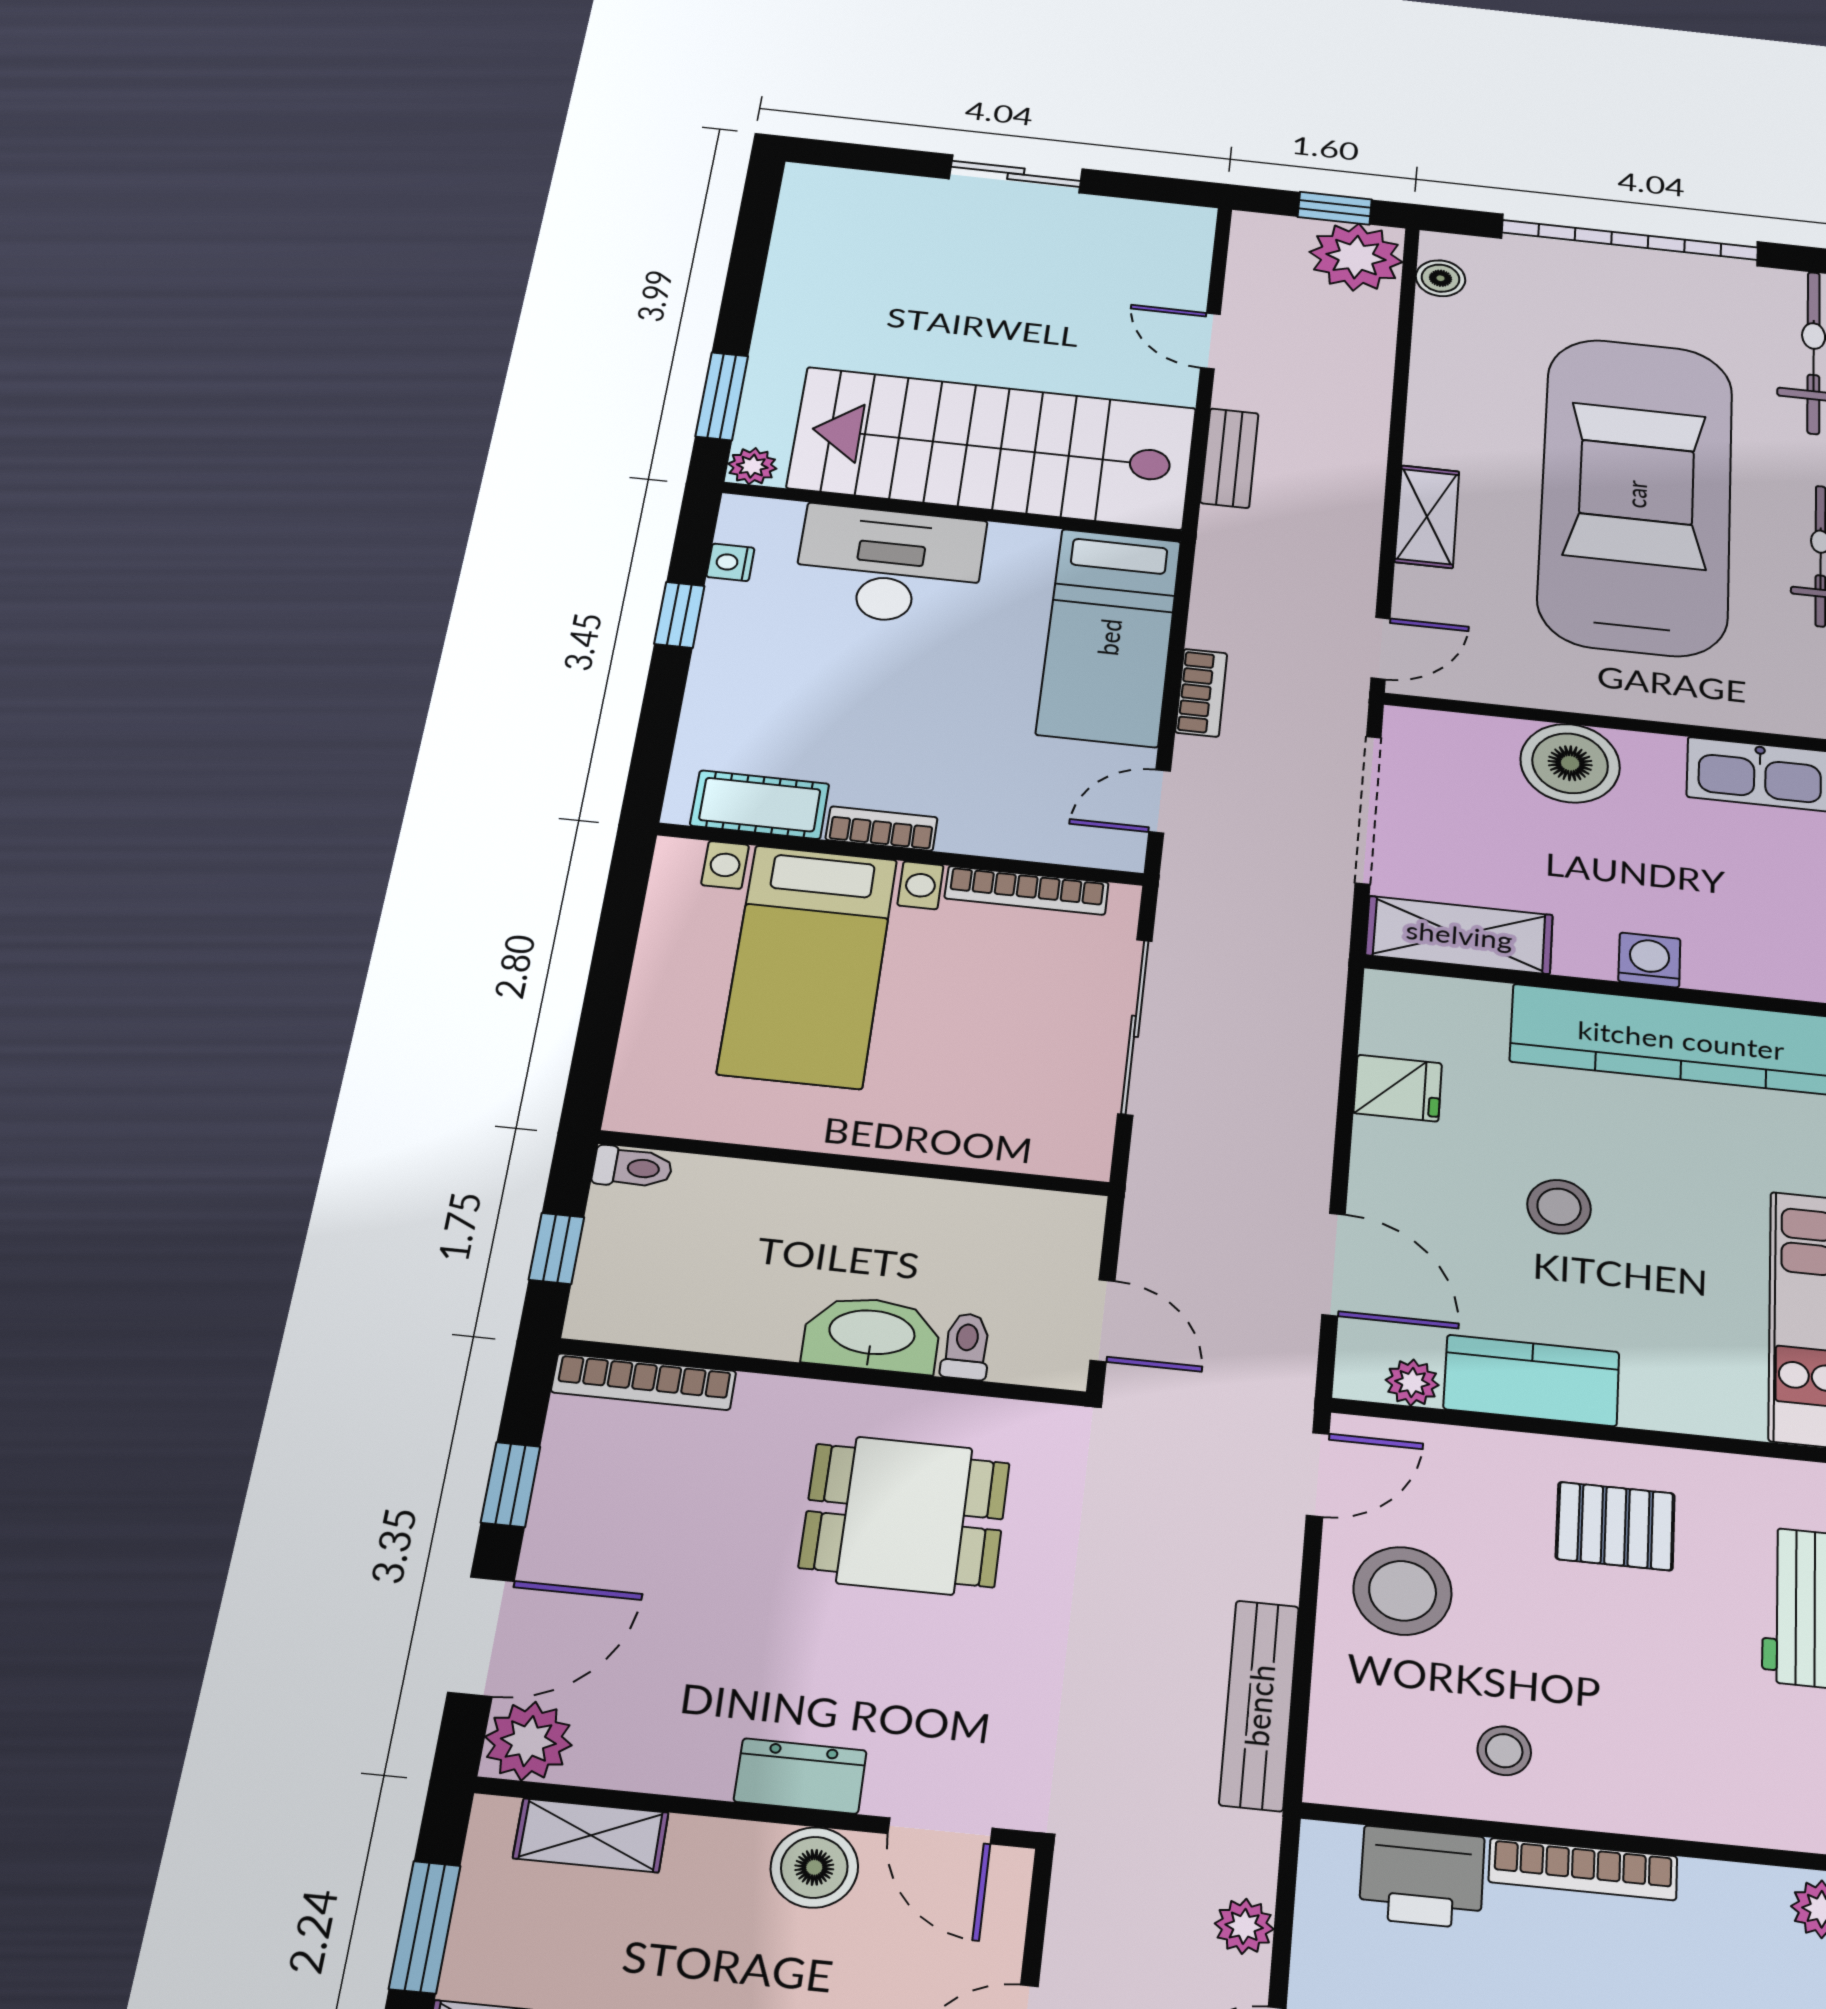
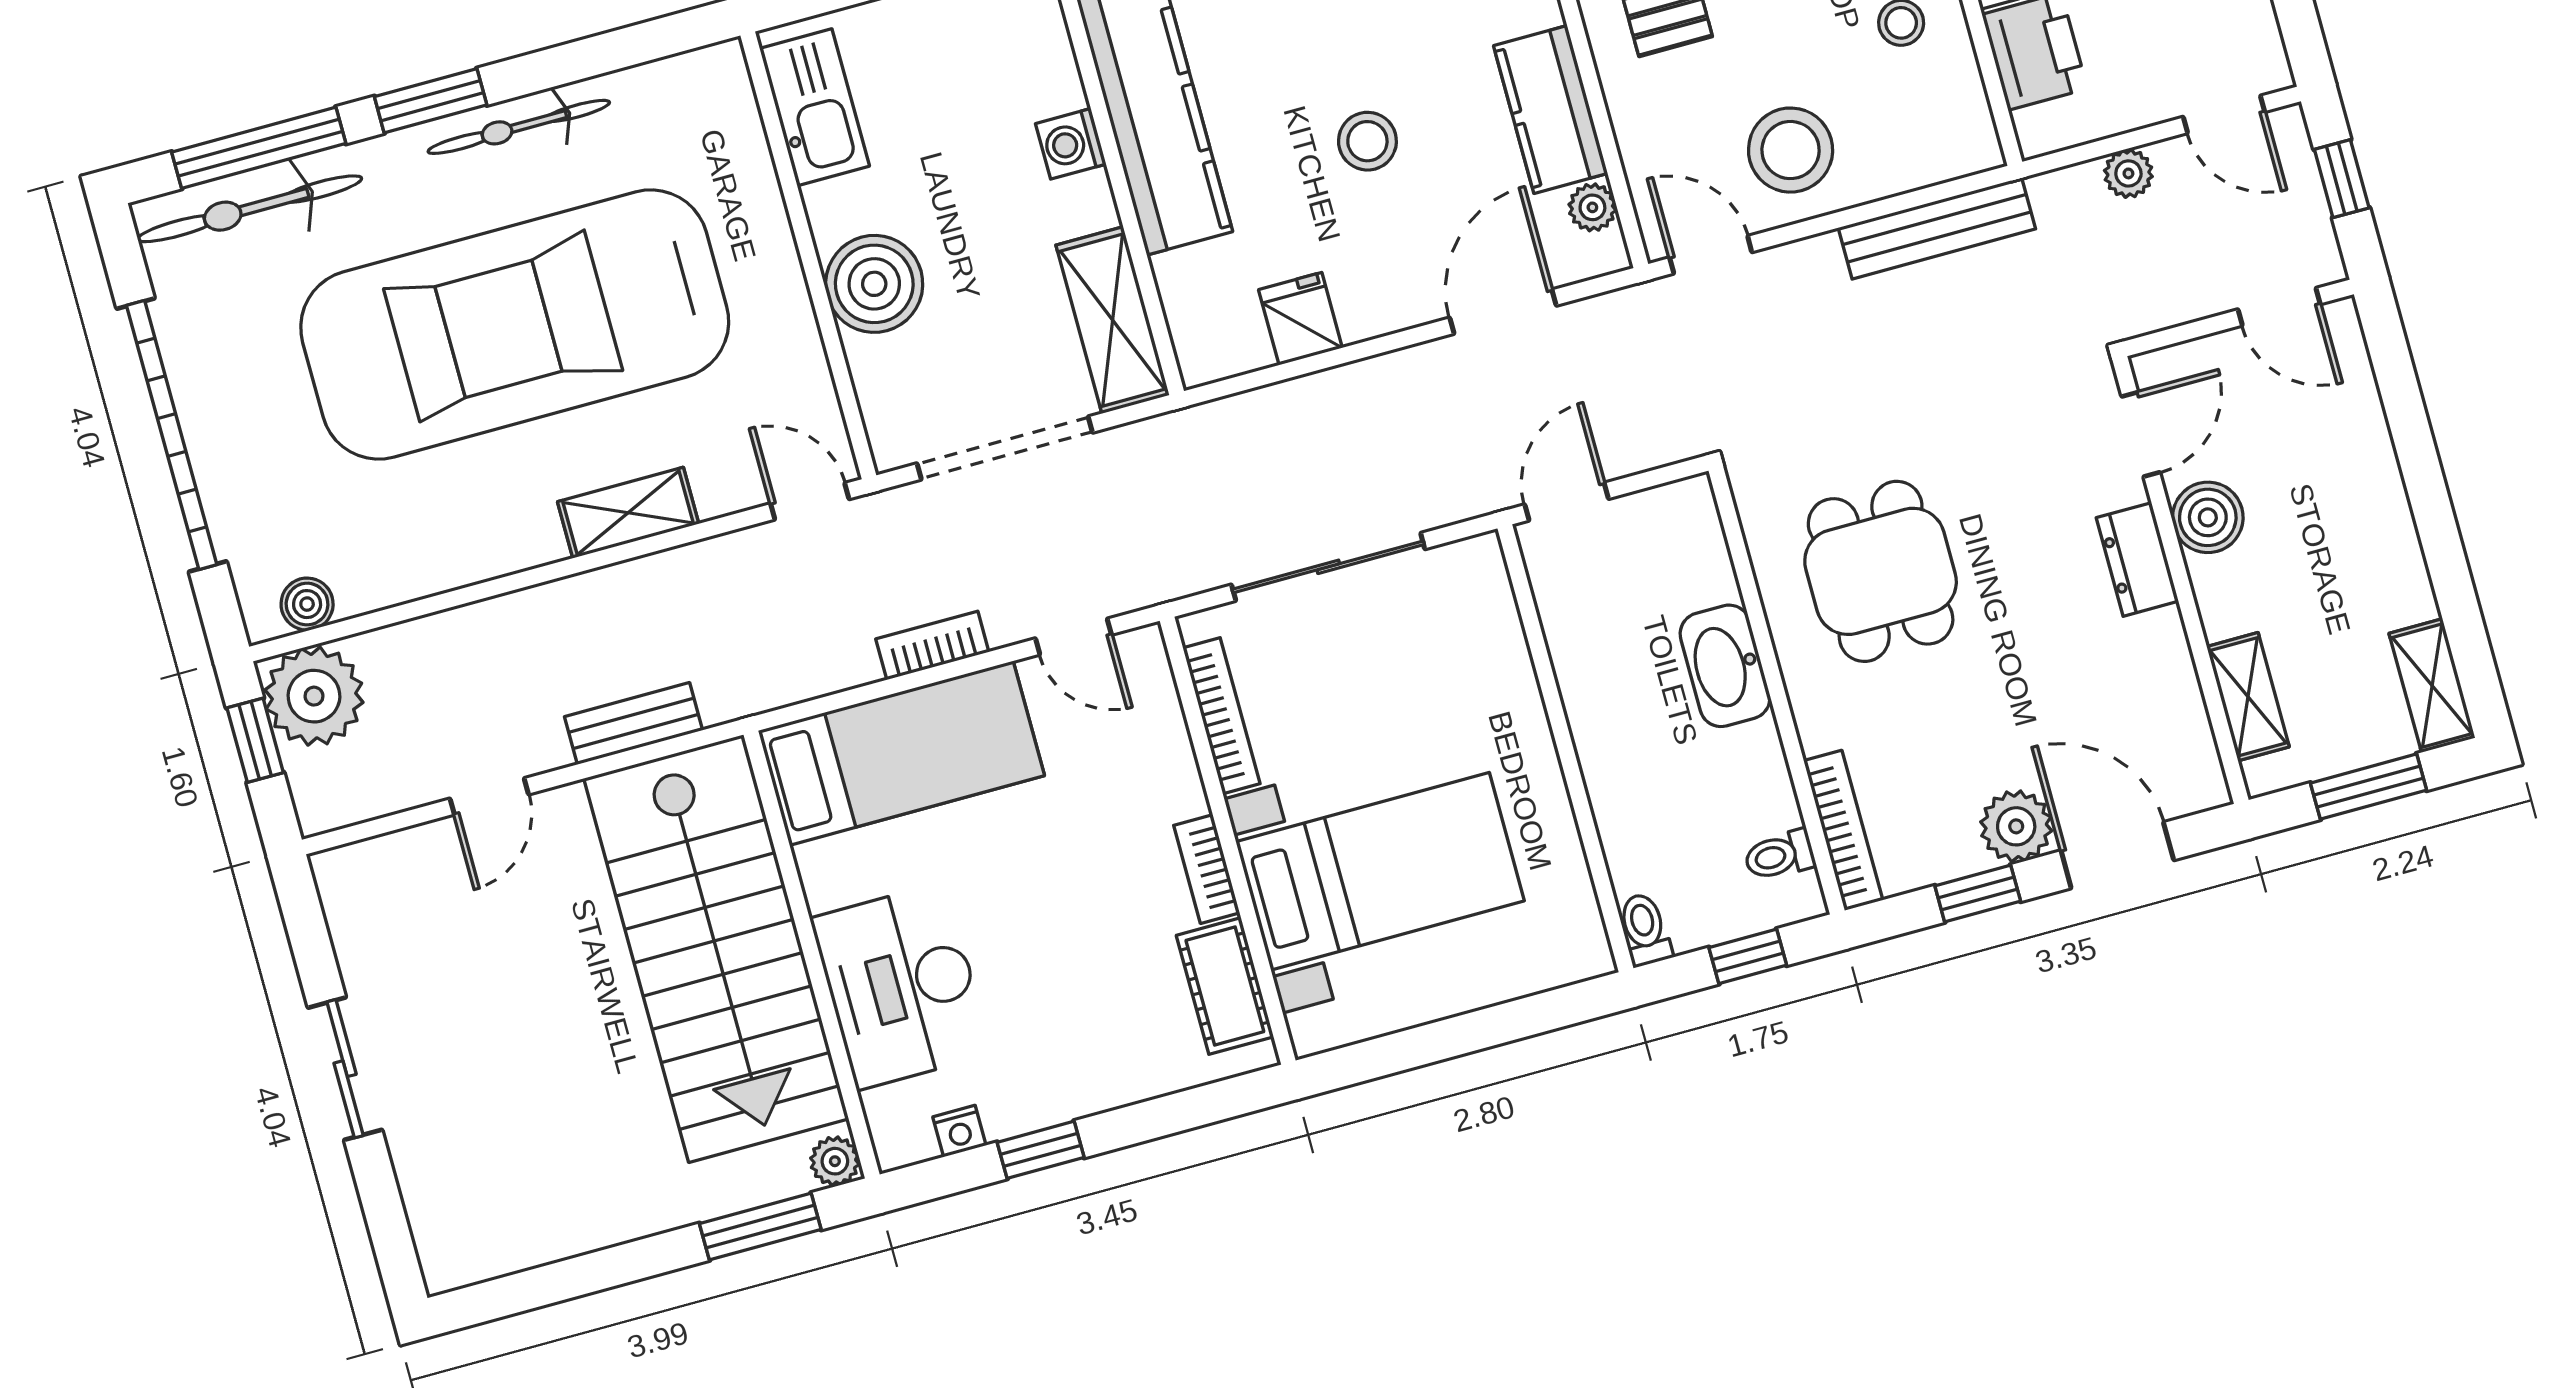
door: (1103, 1321) -> (1567, 502), moved
toilet: (966, 1346) -> (1779, 855), moved
plant: (528, 1741) -> (2016, 826), moved

